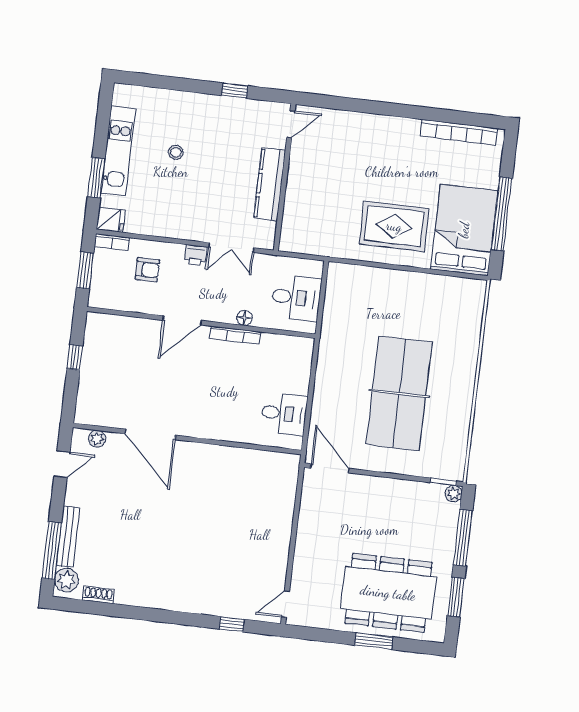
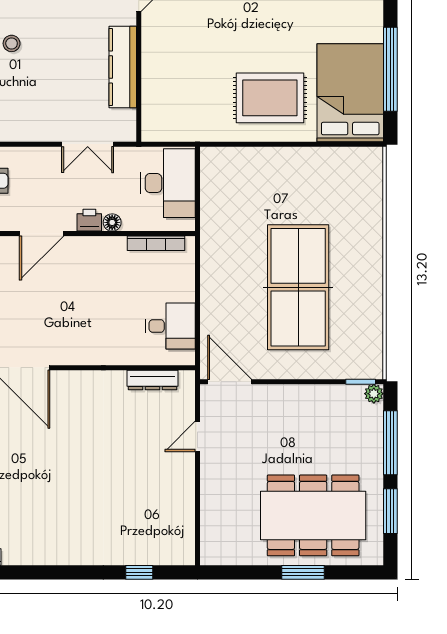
printer: (195, 255) -> (89, 220), moved, turned 180
desk: (296, 298) -> (168, 183), width x1.37
bookcase: (235, 335) -> (156, 243), moved
dresser: (263, 459) -> (153, 380), added
door: (285, 604) -> (197, 436), moved

